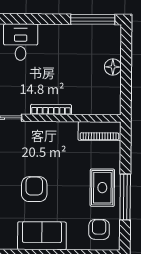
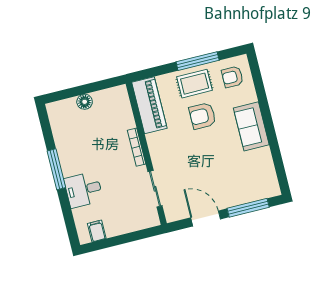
window: (93, 19) -> (56, 169), moved
piano: (99, 131) -> (149, 105), width x1.37, depth x1.33
armchair: (34, 189) -> (203, 116), moved

